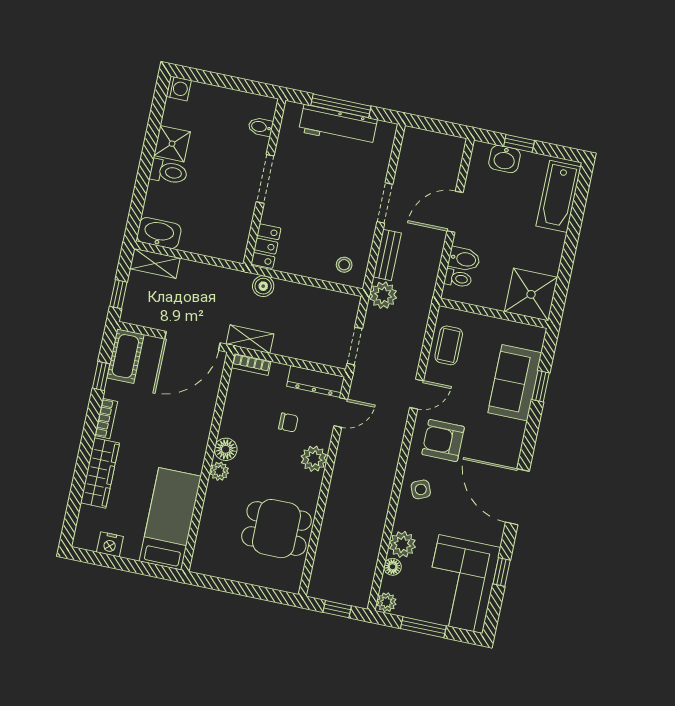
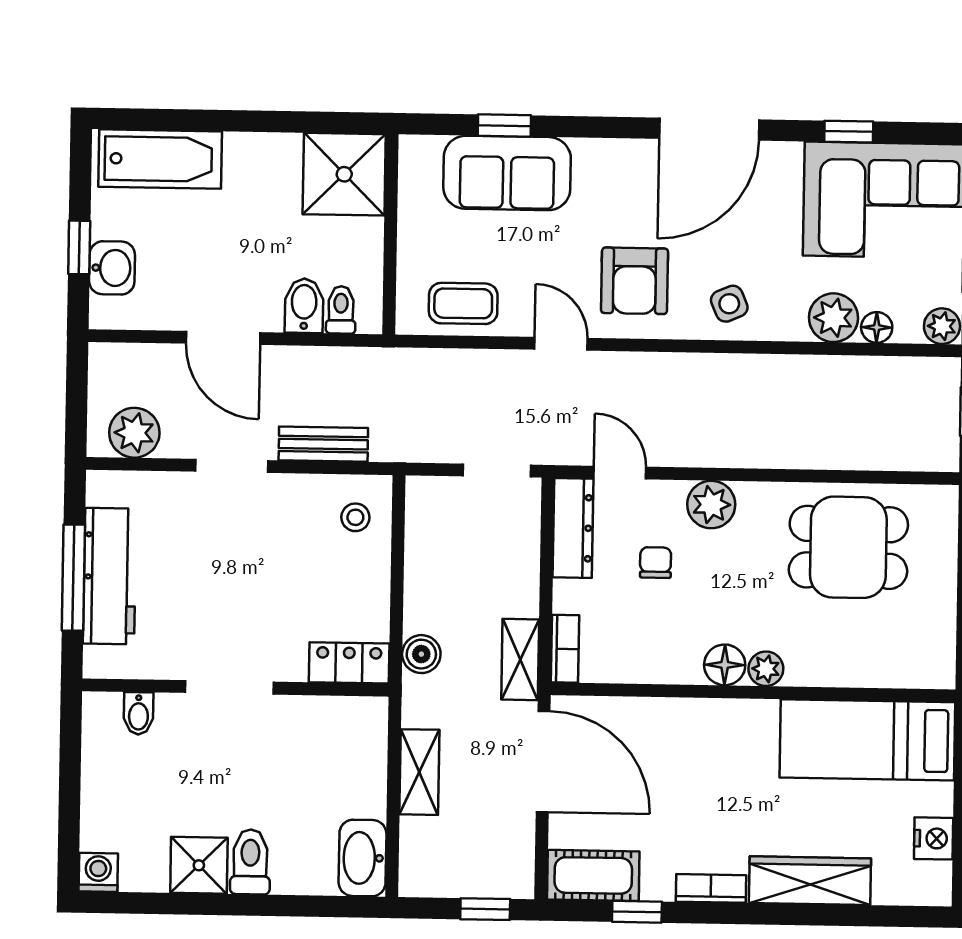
shelving: (155, 263) -> (419, 772), moved
plant: (383, 295) -> (134, 433), moved
dining table: (276, 529) -> (848, 547), turned 90

